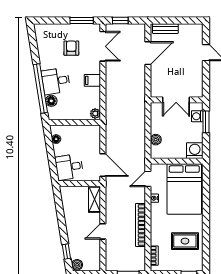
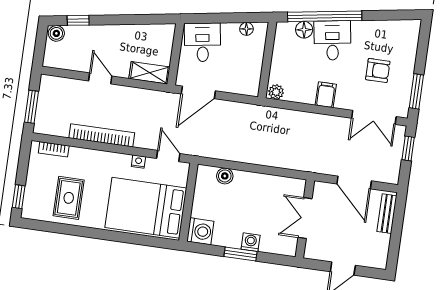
double door: (176, 100) -> (305, 218), moved
wall: (177, 100) -> (305, 219), moved

